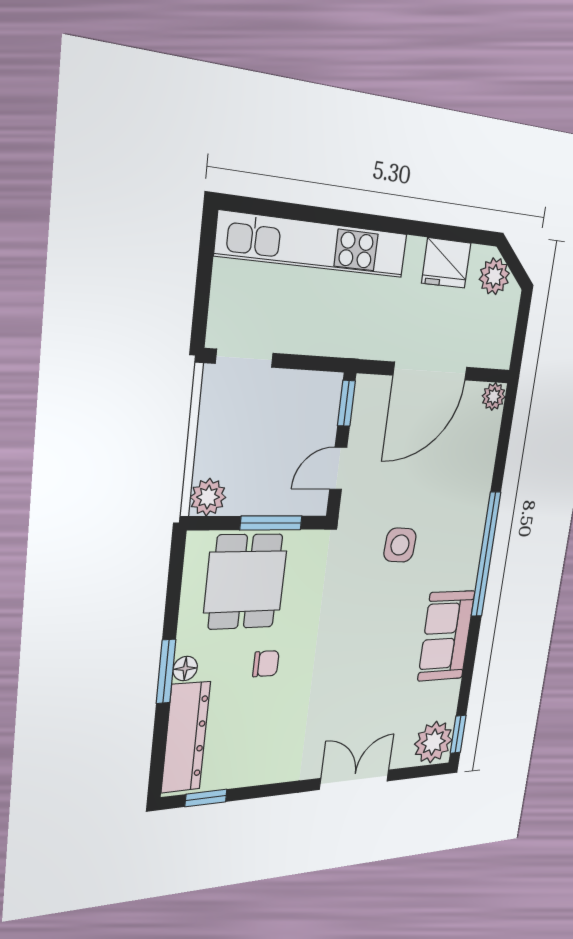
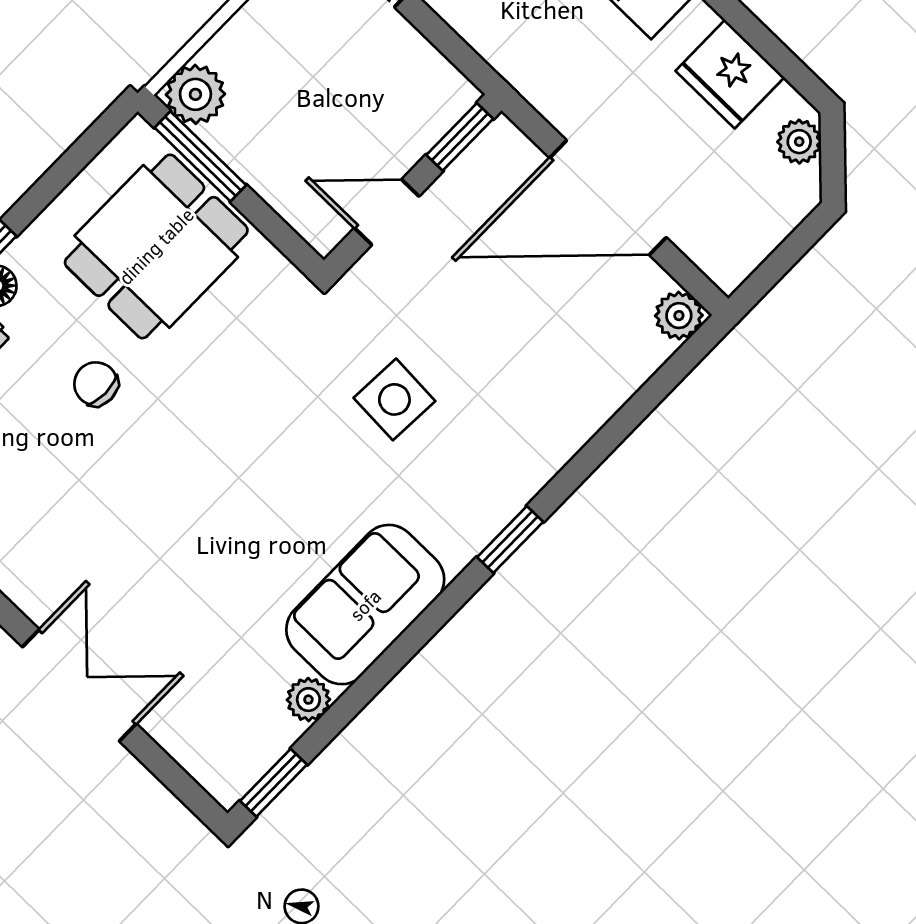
plant: (494, 276) -> (799, 142), width x0.73, depth x0.73
window: (271, 523) -> (200, 156), moved
window: (486, 555) -> (510, 540), width x0.32
chair: (266, 664) -> (96, 384), turned 180
plant: (433, 742) -> (308, 700), moved, width x0.53, depth x0.53

